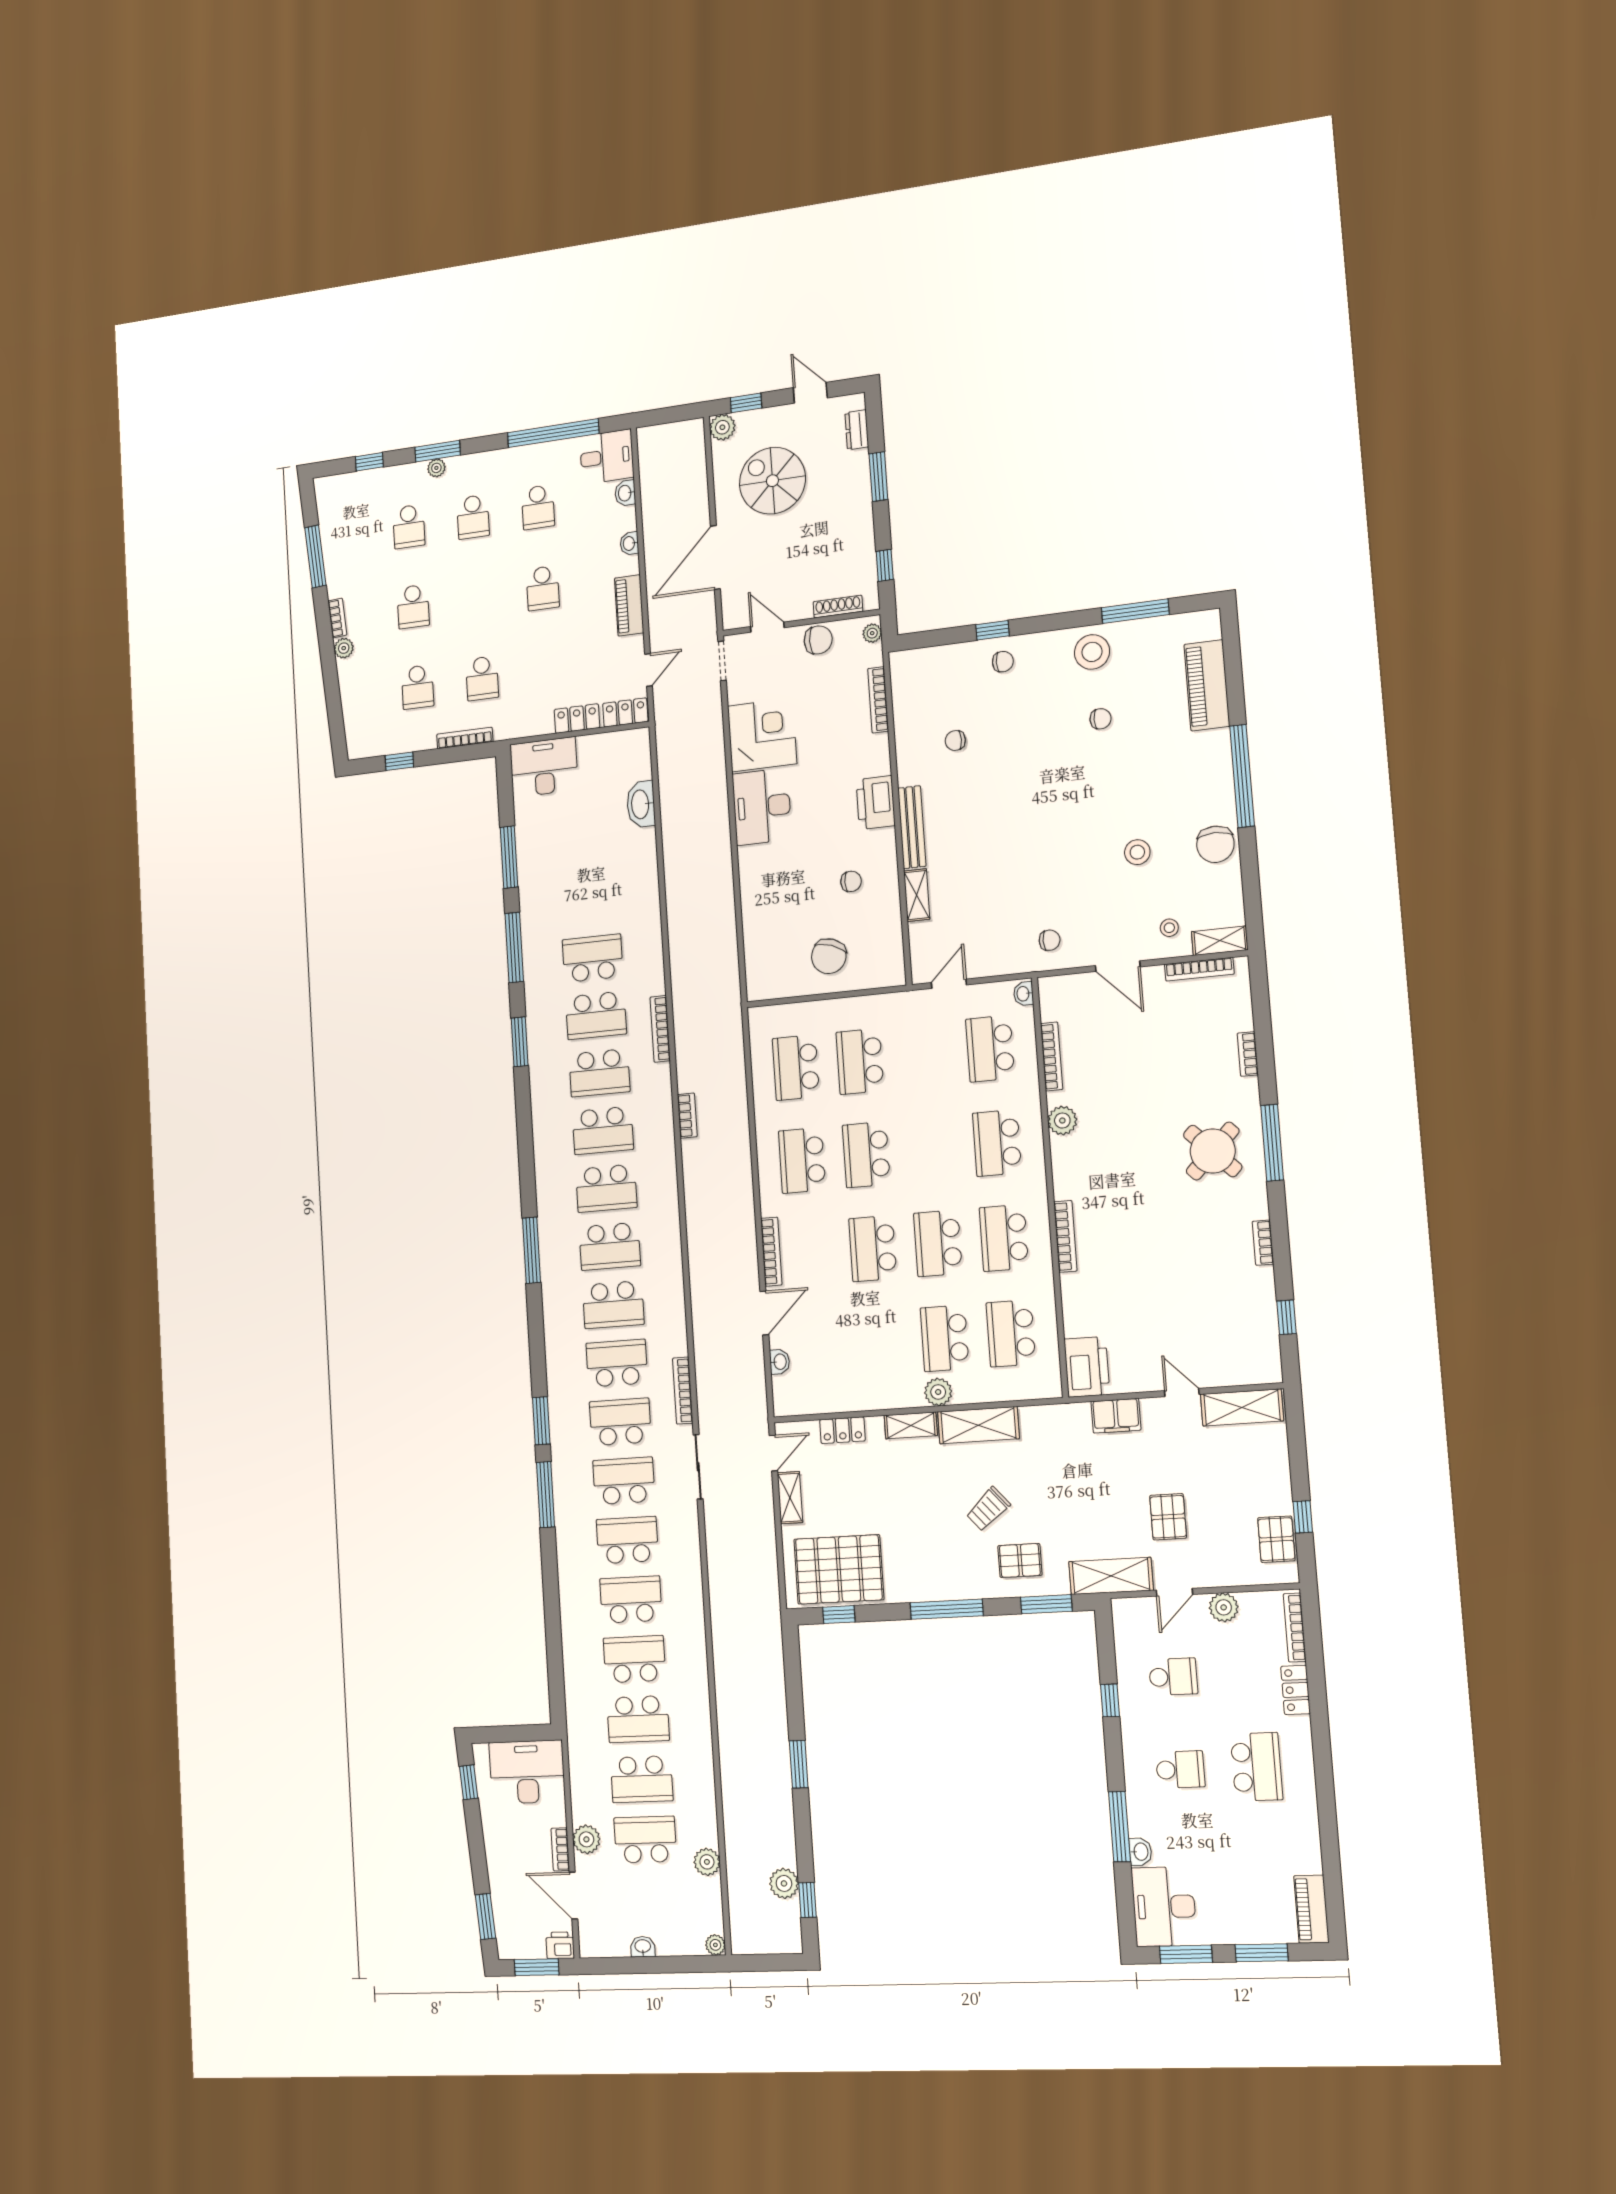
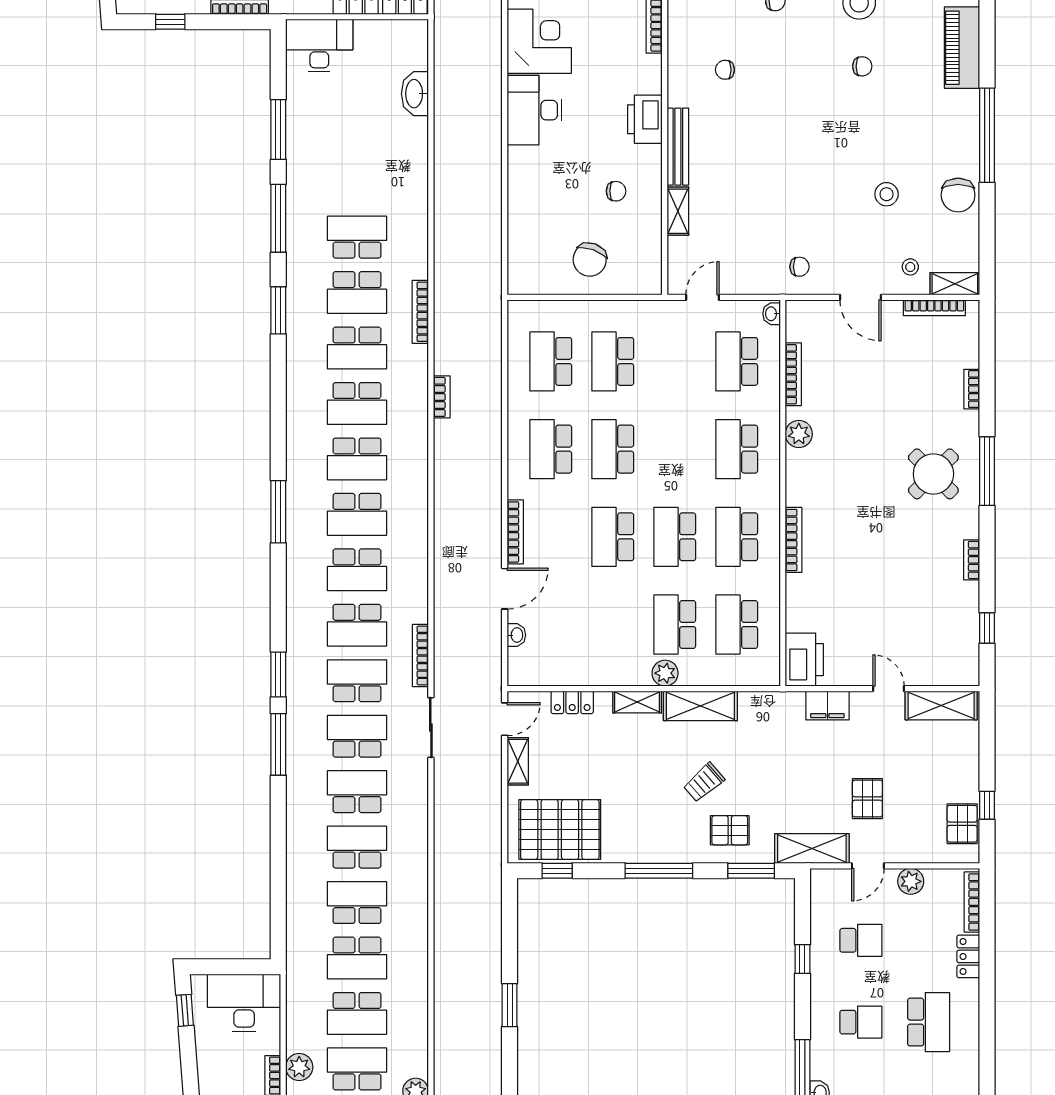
school desk: (617, 1363) -> (357, 625), turned 180

